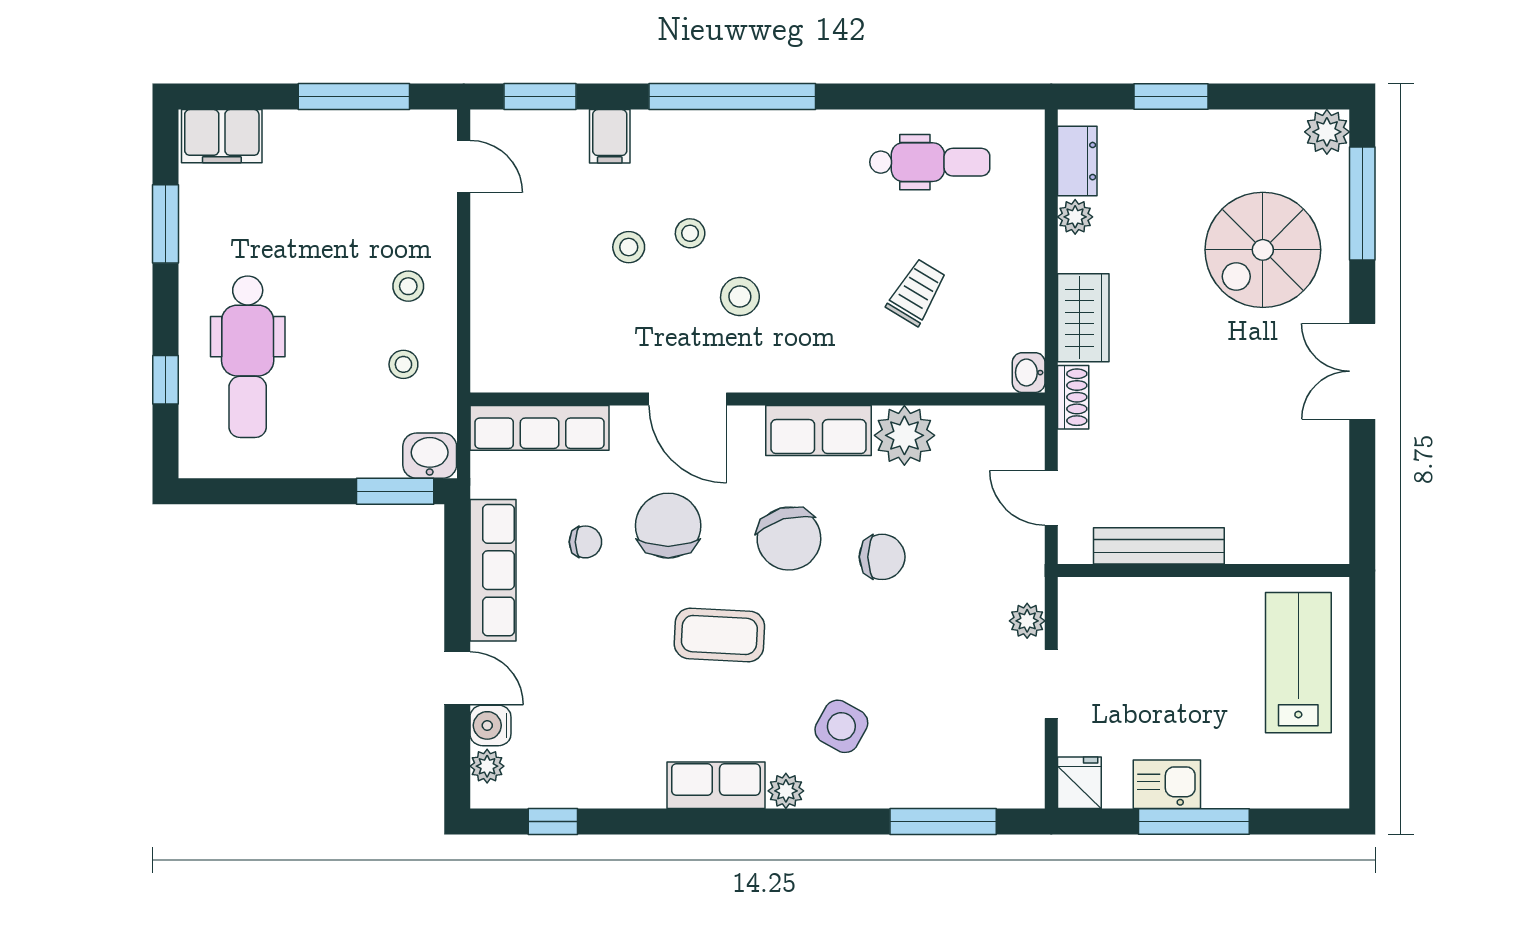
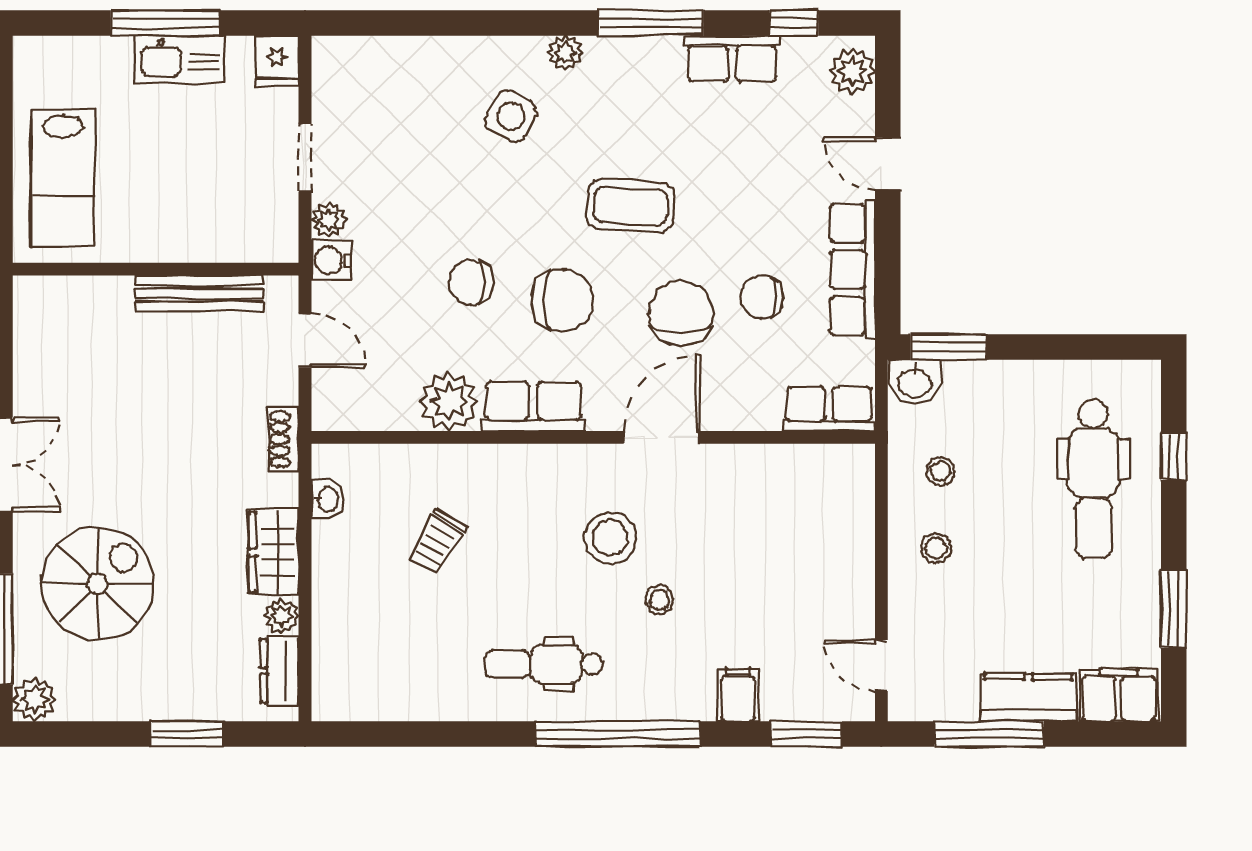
kitchen counter: (314, 134) -> (1028, 698), added
dental chair: (930, 162) -> (544, 664), moved
stool: (629, 247) -> (719, 586), removed
stool: (740, 297) -> (610, 538), width x1.38, depth x1.38
wardrobe: (1083, 318) -> (274, 552), moved
dental chair: (248, 357) -> (1093, 479), turned 180
washbasin: (1029, 373) -> (327, 499), moved
door: (688, 399) -> (662, 437), hinge flipped
row of seats: (540, 428) -> (829, 409), width x0.68
chair: (668, 526) -> (681, 313), turned 180
chair: (789, 538) -> (562, 301), turned 106
chair: (585, 542) -> (762, 297), width x1.37, depth x1.37
water cooler: (490, 725) -> (331, 260), moved, turned 180
plant: (487, 766) -> (852, 71), width x1.38, depth x1.38
kitchen sink: (1167, 784) -> (179, 59), width x1.38
row of seats: (716, 785) -> (732, 59), moved
window: (943, 821) -> (651, 23), moved

